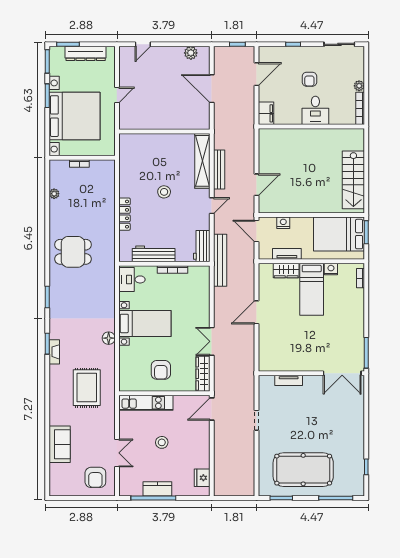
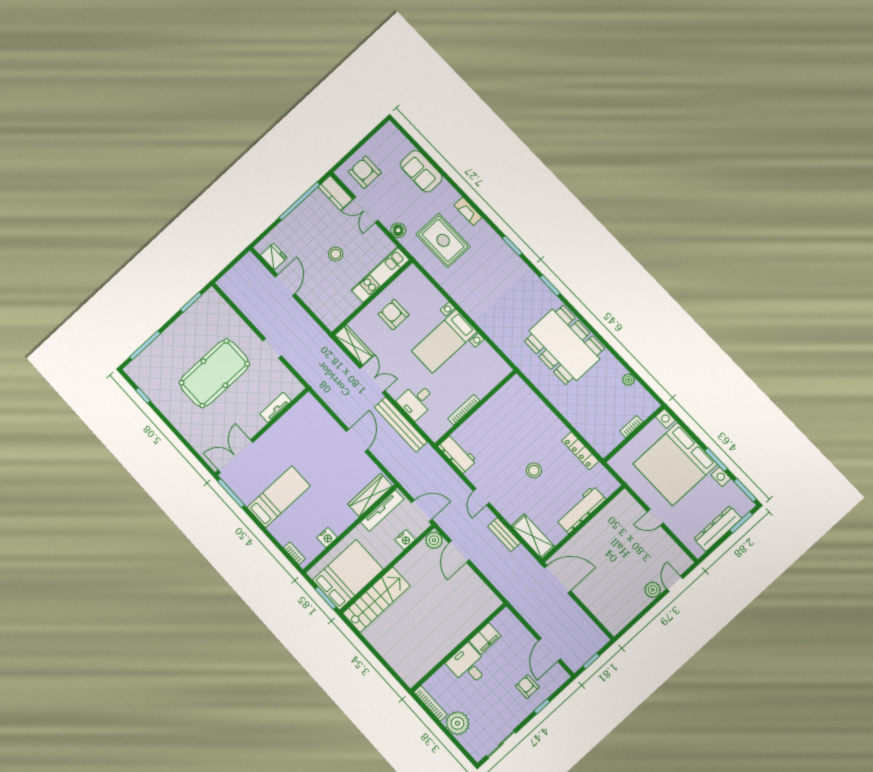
plant: (191, 53) -> (653, 590), moved
armchair: (309, 79) -> (527, 687), moved
plant: (359, 86) -> (458, 723), width x1.87, depth x1.87
door: (212, 89) -> (558, 579), moved
door: (117, 95) -> (655, 517), hinge flipped
filing cabinet: (266, 113) -> (485, 638), moved, turned -90
shelving: (202, 161) -> (533, 536), width x0.68
bench: (219, 170) -> (504, 535), width x0.73
stairs: (353, 180) -> (376, 600), moved, turned 90
plant: (266, 206) -> (434, 540), added
locker: (124, 214) -> (580, 451), moved
dining table: (73, 252) -> (564, 345), width x1.88, depth x1.24
workbench: (154, 254) -> (581, 510), moved, turned 180
tv unit: (287, 254) -> (382, 511), width x1.41
bench: (220, 260) -> (401, 425), moved
wardrobe: (286, 270) -> (370, 495), width x1.50
desk: (132, 279) -> (416, 401), moved, turned 180
bed: (312, 289) -> (279, 497), moved, turned 90
floor lamp: (109, 338) -> (398, 230), moved
fireplace: (54, 352) -> (468, 211), moved
door: (212, 409) -> (285, 285), moved
pool table: (303, 470) -> (214, 373), moved
kitchen counter: (157, 489) -> (335, 193), moved, turned 90

